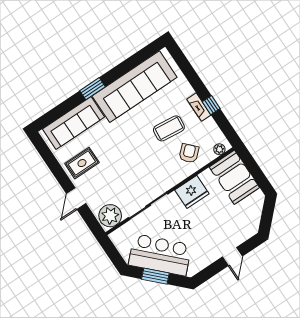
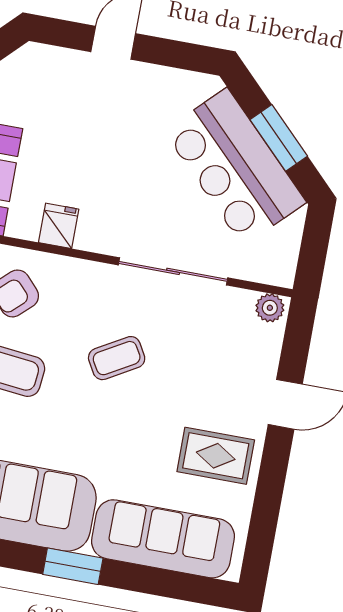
coffee table: (140, 163) -> (117, 358), added
fridge: (192, 192) -> (59, 226), width x0.53, depth x0.75
plant: (110, 216) -> (270, 308), width x0.53, depth x0.53

